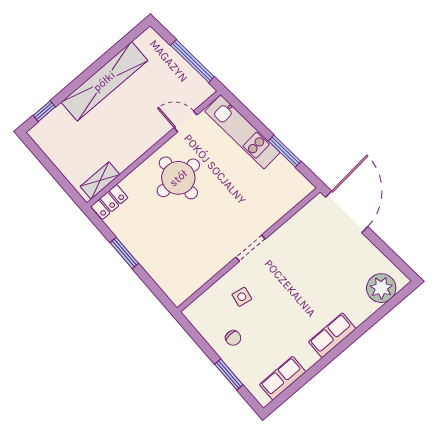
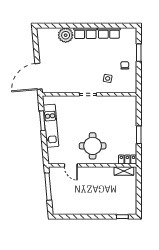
shelving: (104, 81) -> (89, 208), removed
kitchen unit: (242, 132) -> (51, 126), moved
plant: (381, 288) -> (66, 35), moved
row of seats: (283, 378) -> (109, 33), moved

